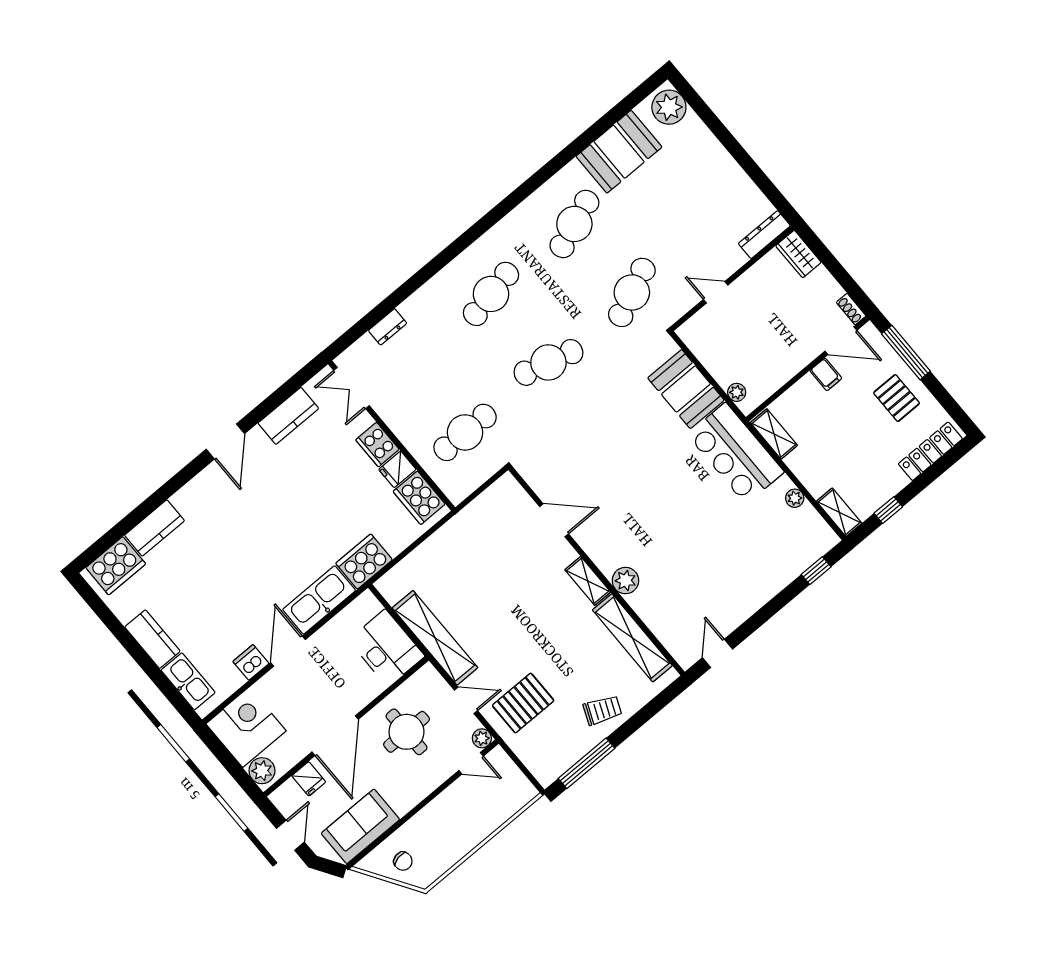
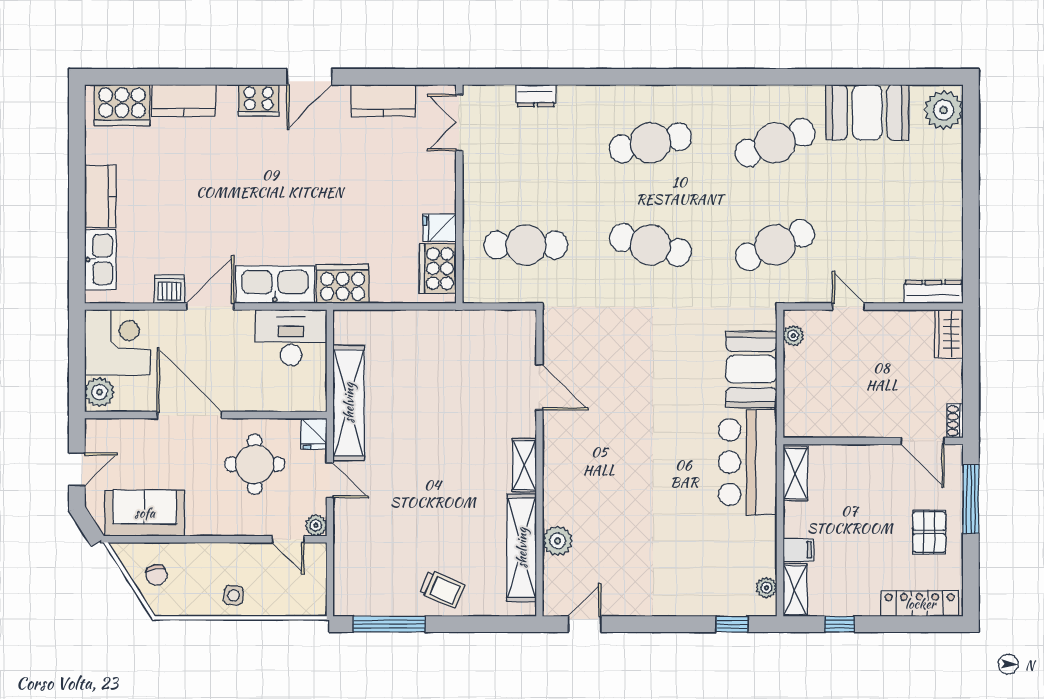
filing cabinet: (826, 374) -> (798, 550), moved, turned -90
plant: (737, 392) -> (793, 336), moved
cooker: (377, 445) -> (259, 100), moved, turned -90
plant: (795, 498) -> (766, 588), moved
plant: (625, 581) -> (558, 541), moved
desk: (387, 648) -> (291, 338), moved, turned -90
pallet: (523, 703) -> (378, 525), removed
door: (335, 736) -> (189, 415), swing flipped
fridge: (309, 779) -> (314, 434), moved
side table: (466, 832) -> (234, 595), added

